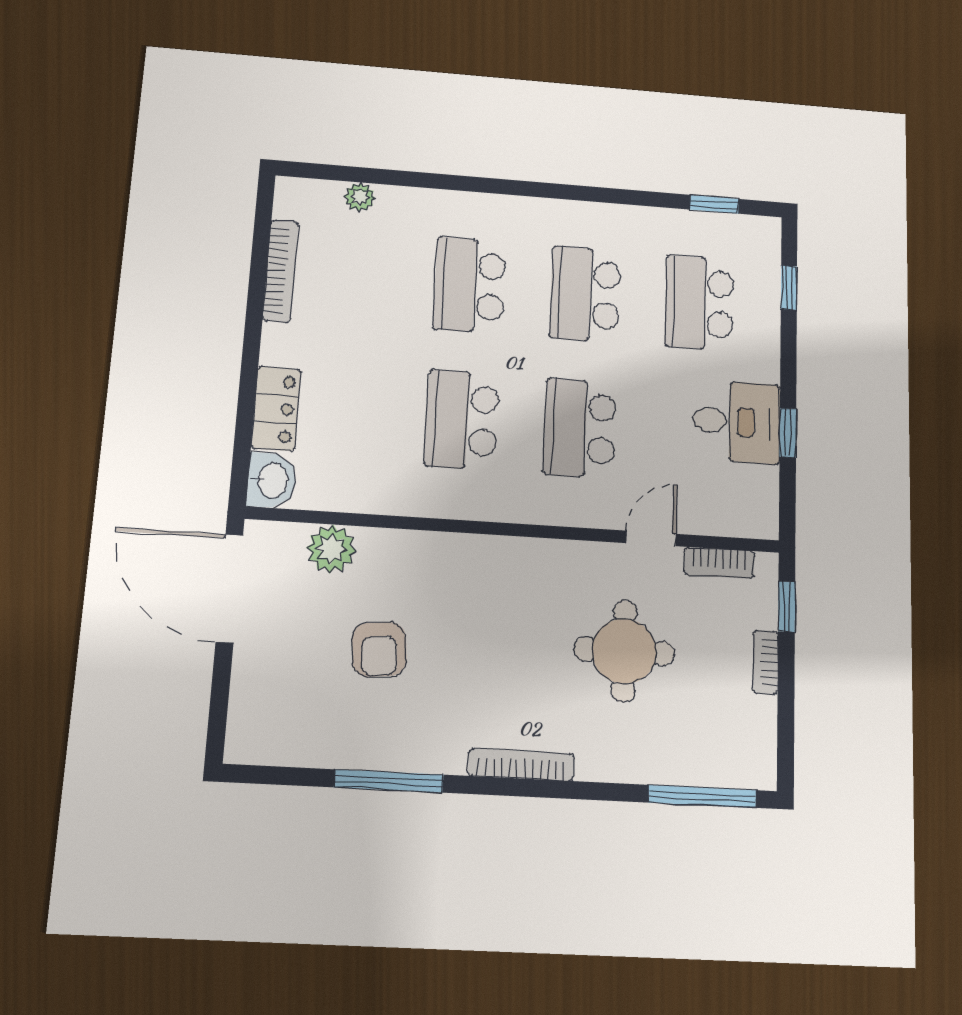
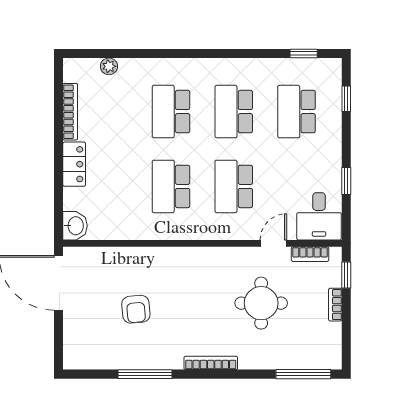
locker: (276, 409) -> (74, 164), moved
desk: (736, 422) -> (319, 216), moved, turned 90
plant: (331, 549) -> (108, 259), removed

